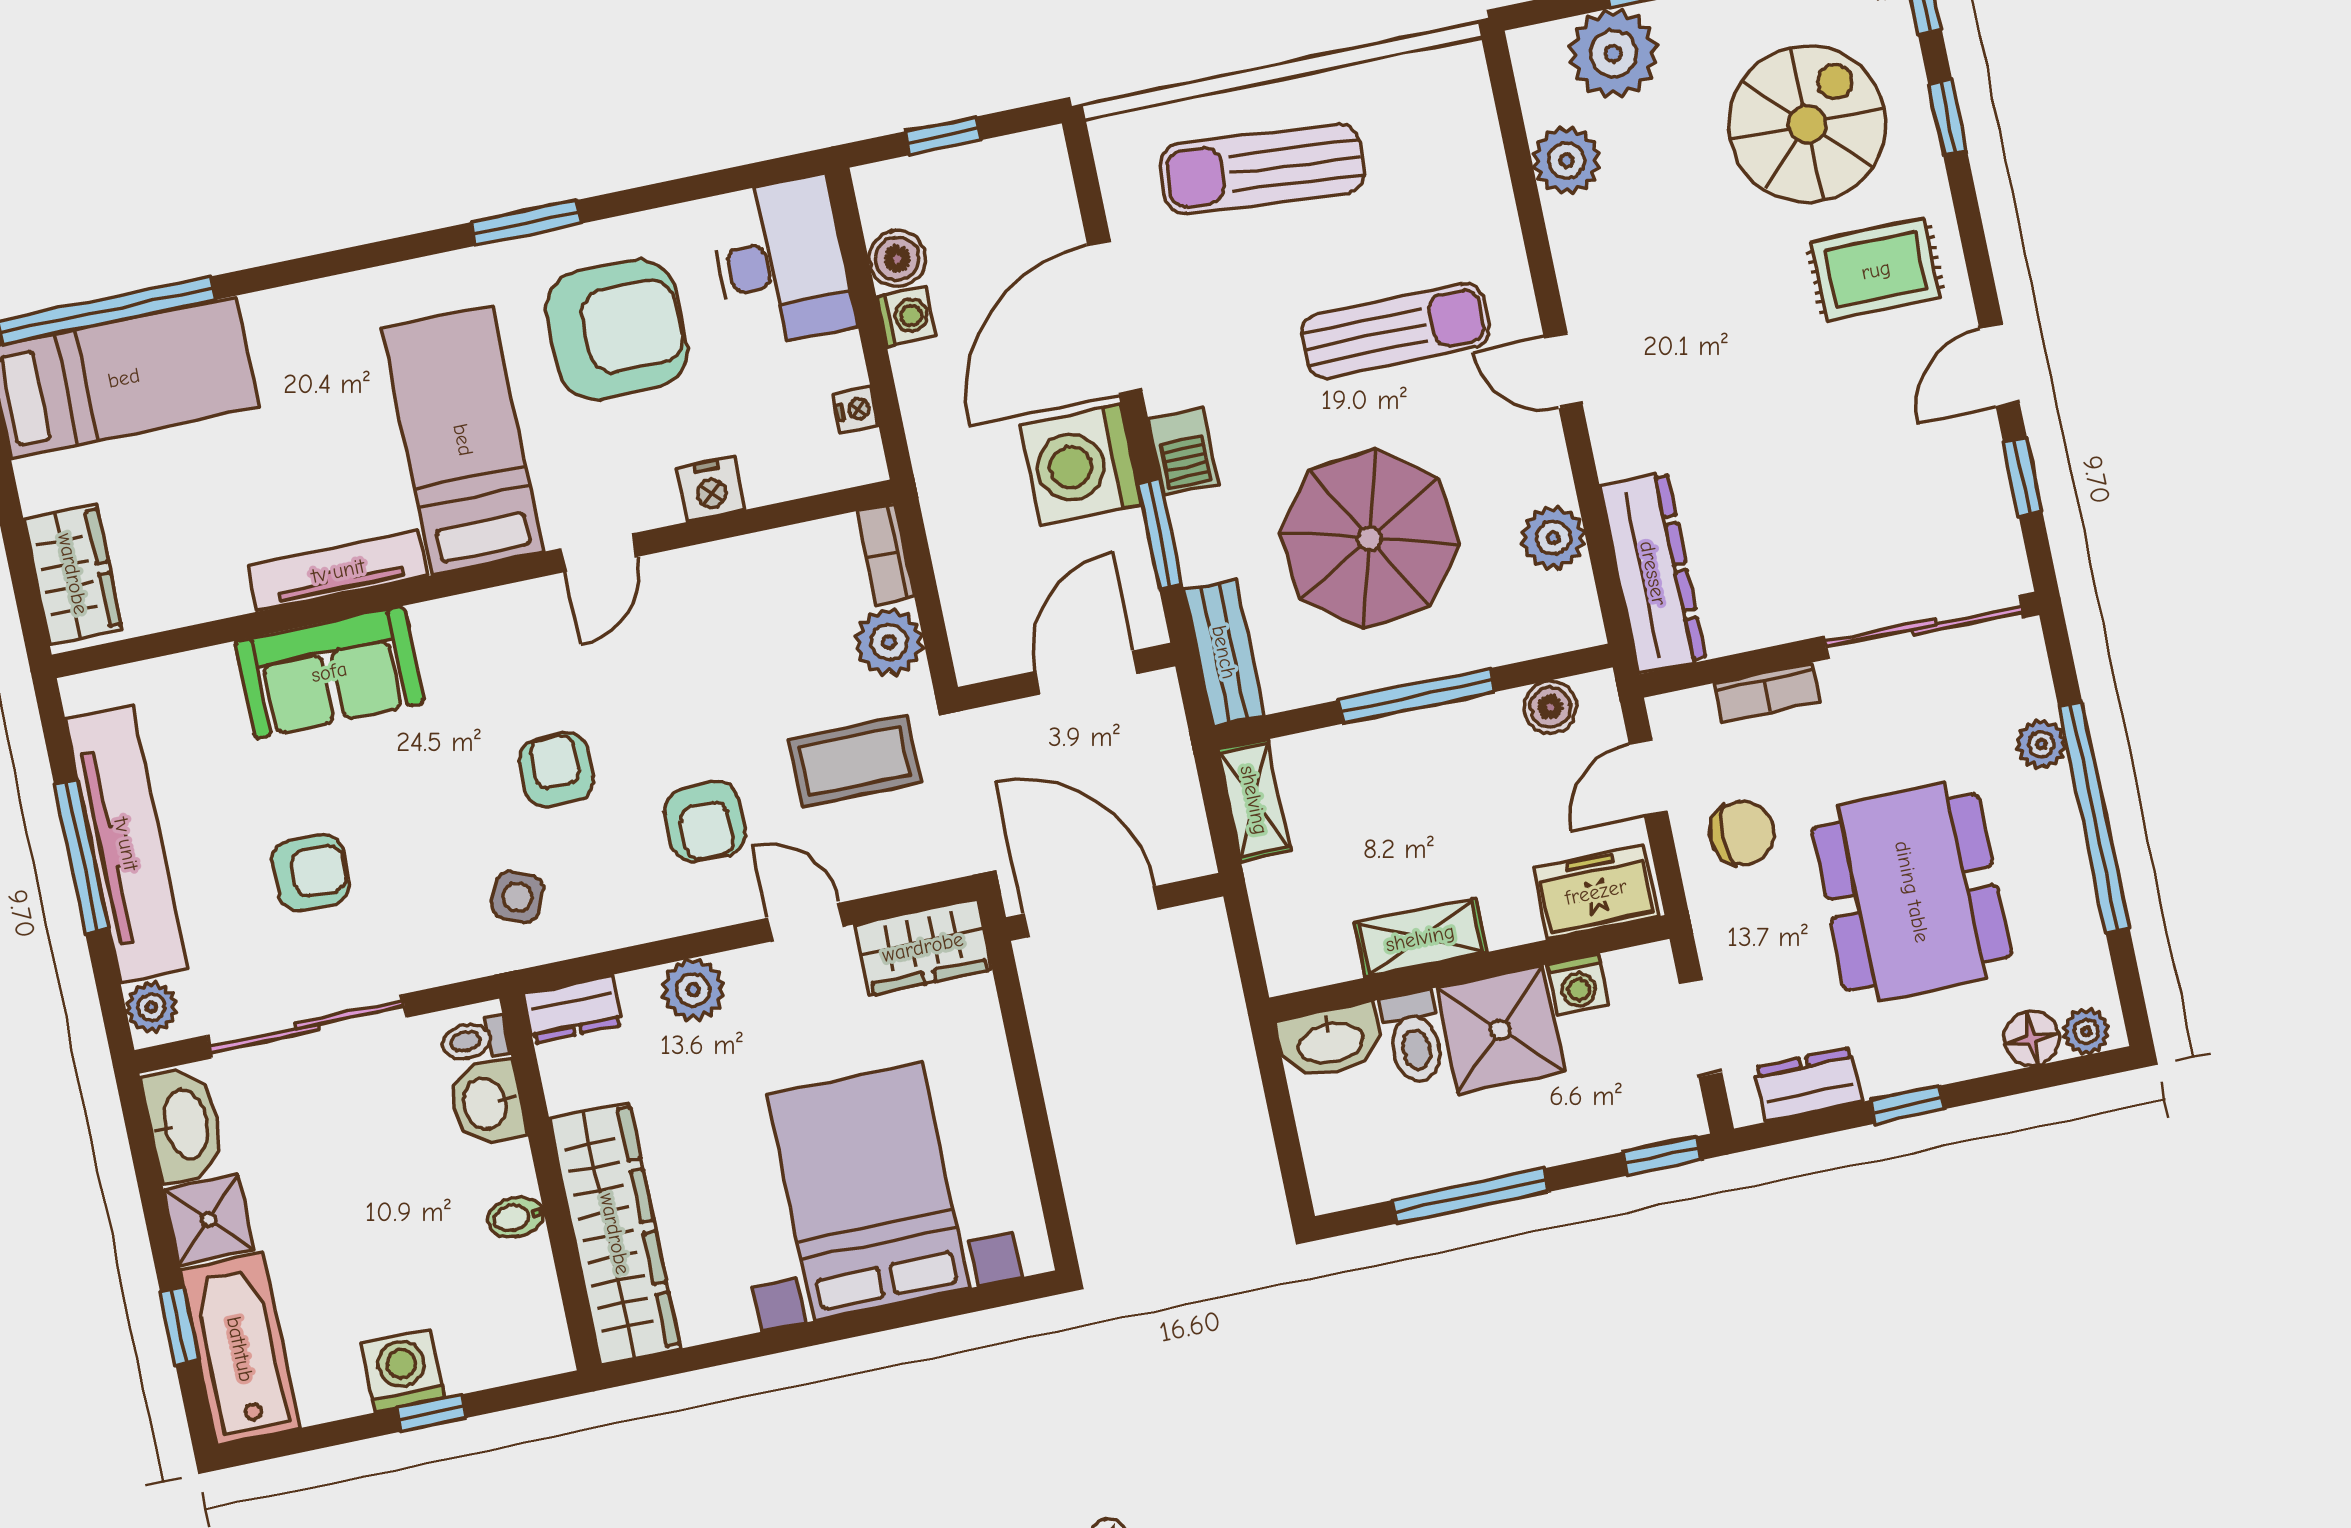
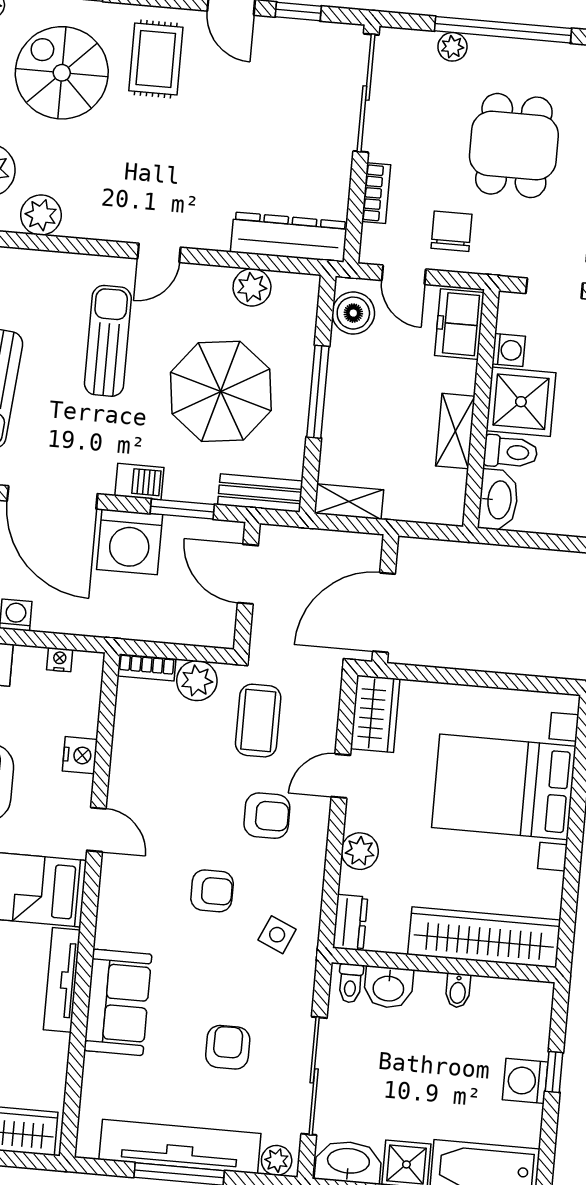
boiler: (1550, 707) -> (353, 313), width x1.36, depth x1.36
armchair: (556, 770) -> (212, 891), turned 180
dining table: (1912, 892) -> (514, 146), width x0.73

